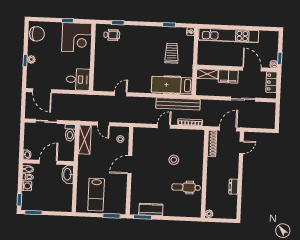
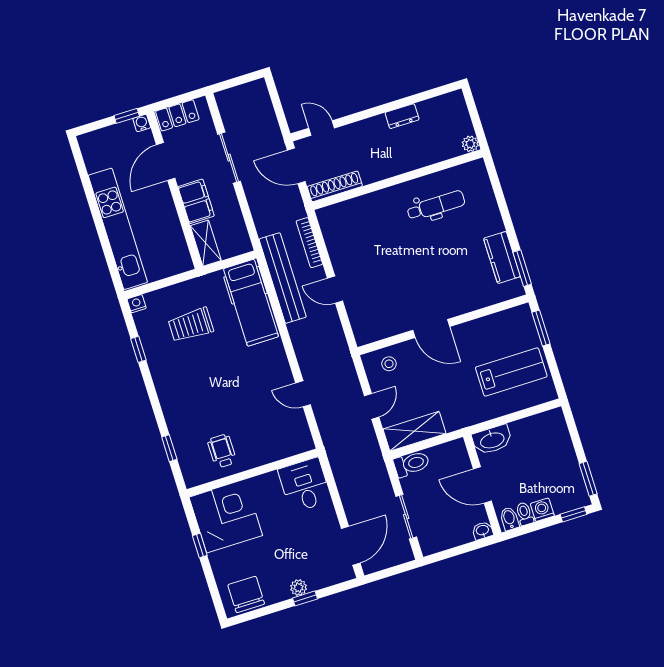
wheelchair: (112, 35) -> (222, 451), moved
stool: (174, 160) -> (392, 248), removed
dental chair: (186, 187) -> (436, 206), turned -90

